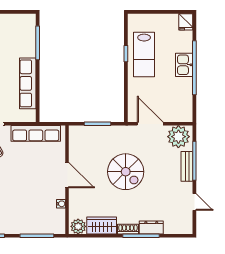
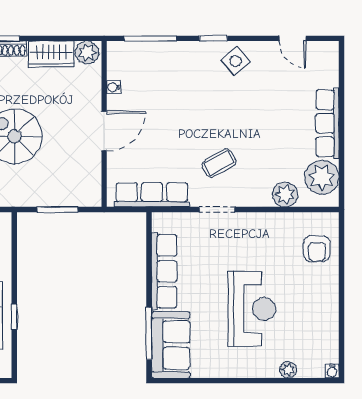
sofa: (23, 35) -> (171, 345), added
door: (67, 175) -> (104, 131), swing flipped

